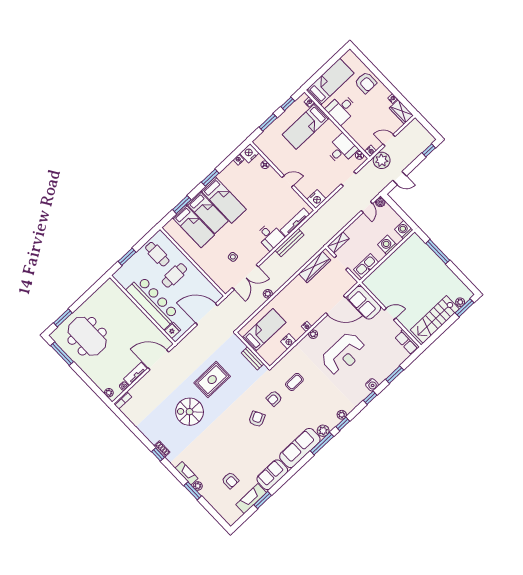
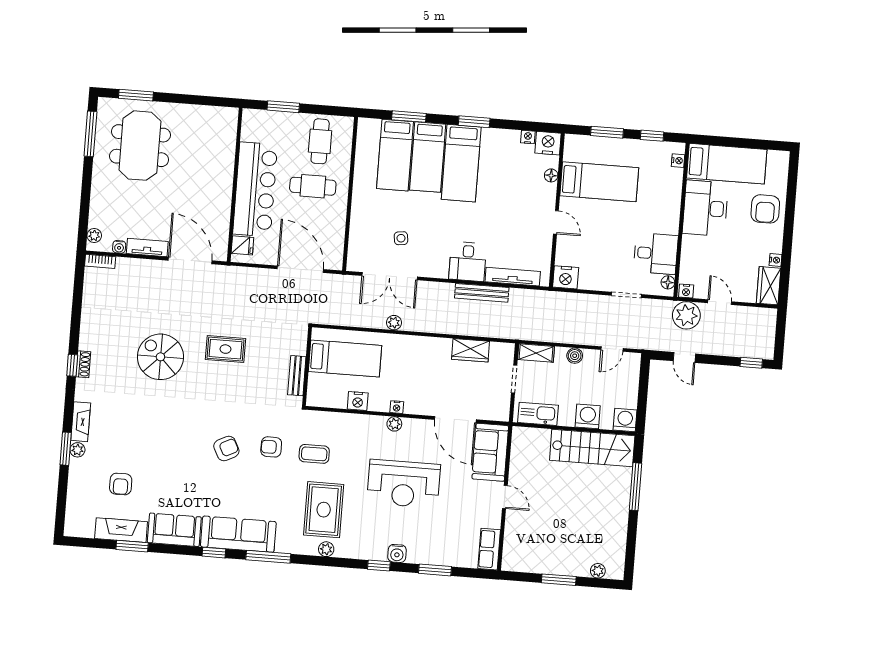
desk: (341, 109) -> (705, 208), width x1.37
bed: (306, 126) -> (599, 182), moved, turned 180
boiler: (380, 202) -> (575, 356), moved
wardrobe: (315, 267) -> (471, 350), width x0.67
window: (465, 308) -> (559, 580), moved
stairs: (435, 319) -> (592, 448), moved, turned 180
rug: (212, 380) -> (225, 349), width x0.73, depth x0.70
rug: (323, 400) -> (324, 510), added
window: (343, 424) -> (214, 553), moved
plant: (323, 431) -> (286, 544), removed

